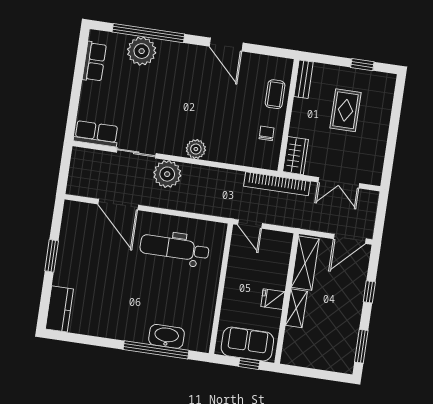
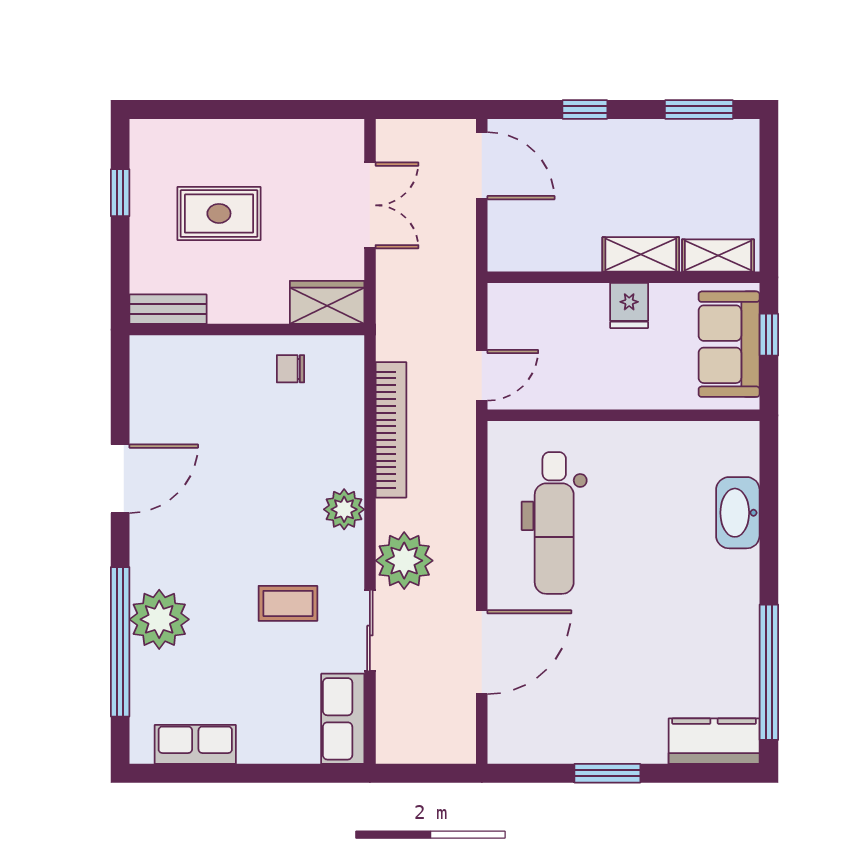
plant: (142, 51) -> (159, 619), moved
coffee table: (275, 94) -> (288, 603), moved
bookcase: (277, 184) -> (391, 430), moved
shelving: (305, 263) -> (718, 256), moved, width x0.67, depth x0.75
window: (156, 350) -> (769, 672), moved

